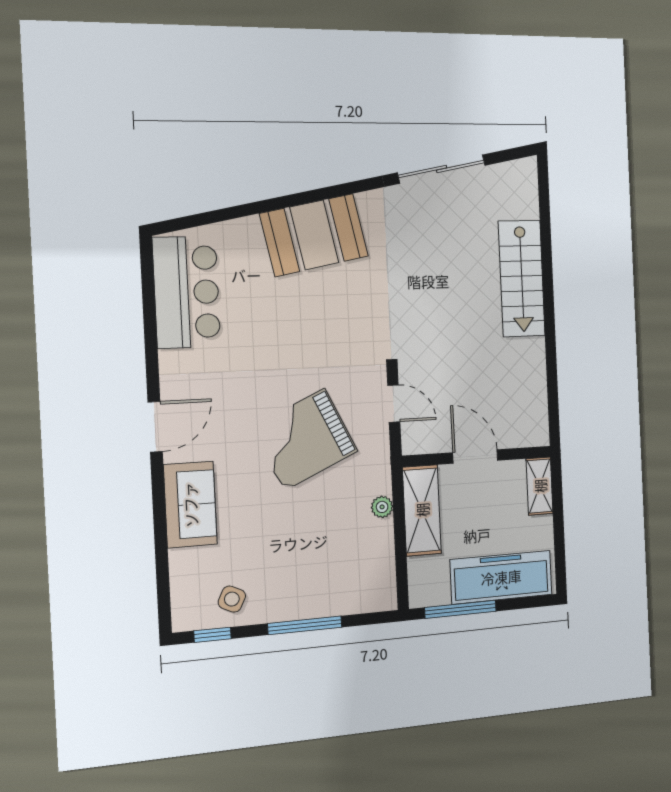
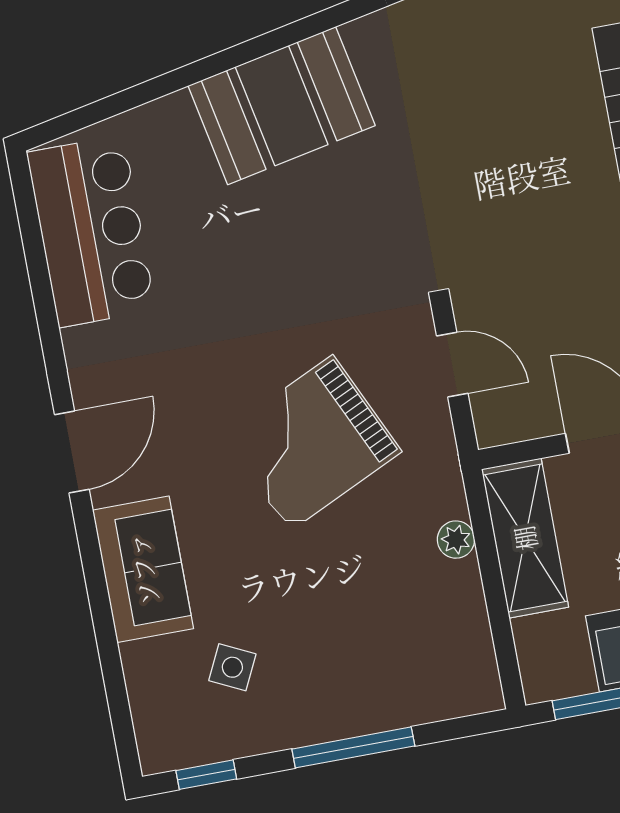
side table: (232, 599) -> (232, 667), moved

